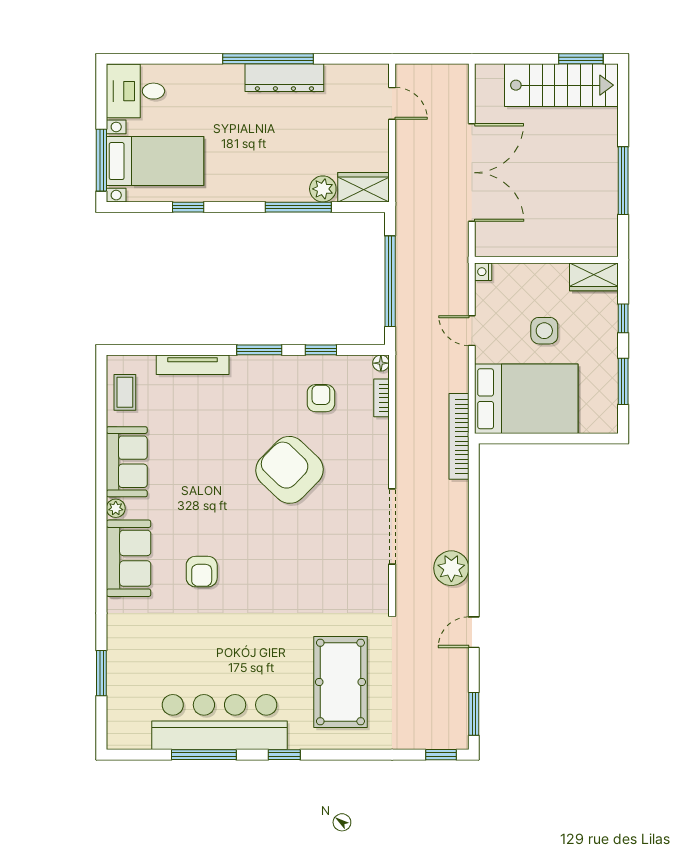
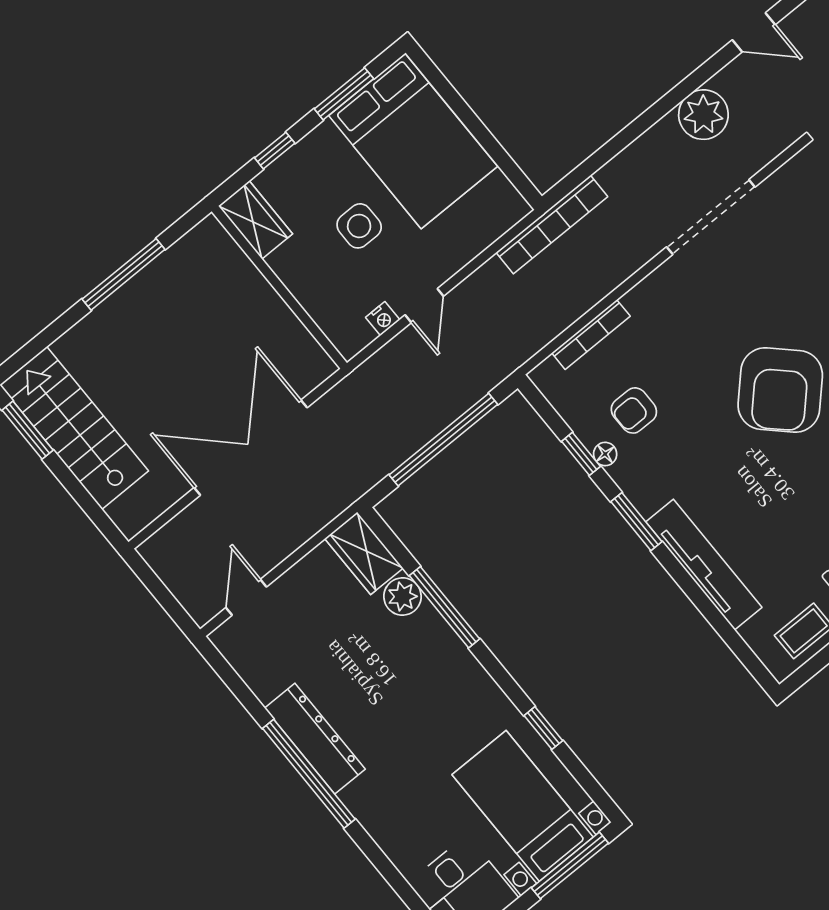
nightstand: (483, 272) -> (383, 319), moved
floor lamp: (381, 363) -> (605, 454), moved
tv unit: (193, 365) -> (704, 565), width x1.36, depth x1.29
bookcase: (382, 398) -> (591, 335), width x1.56
bed: (526, 399) -> (413, 141), moved, turned 180
armchair: (290, 470) -> (780, 390), moved

